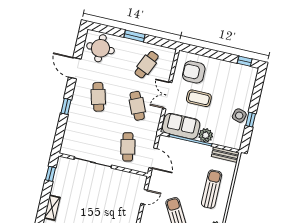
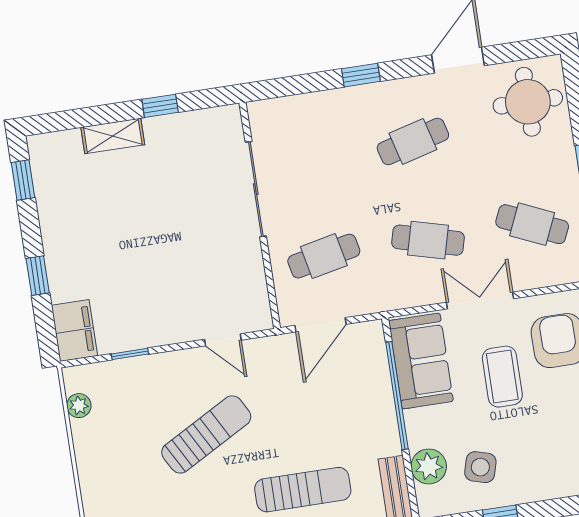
cafe table: (137, 106) -> (428, 240), turned 39
side table: (239, 116) -> (480, 467), moved
plant: (206, 135) -> (429, 466), moved
window: (51, 174) -> (160, 106), moved

